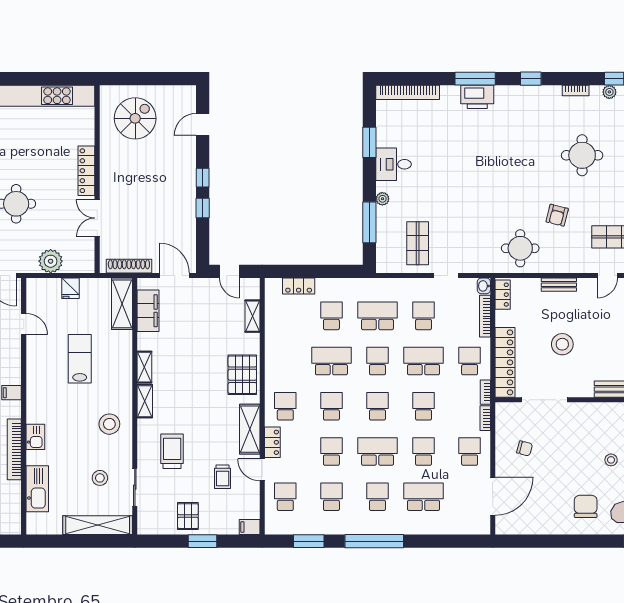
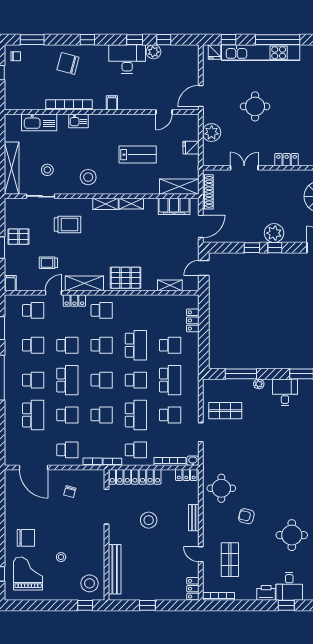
locker: (86, 171) -> (287, 160), width x0.66
plant: (183, 179) -> (274, 233), added

